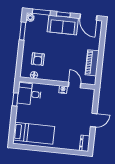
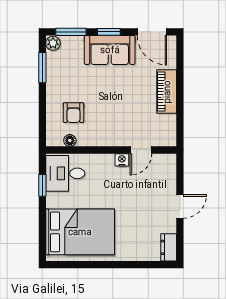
piano: (92, 63) -> (167, 92), moved
door: (75, 85) -> (141, 150), swing flipped
bed: (34, 133) -> (80, 232), width x1.50

